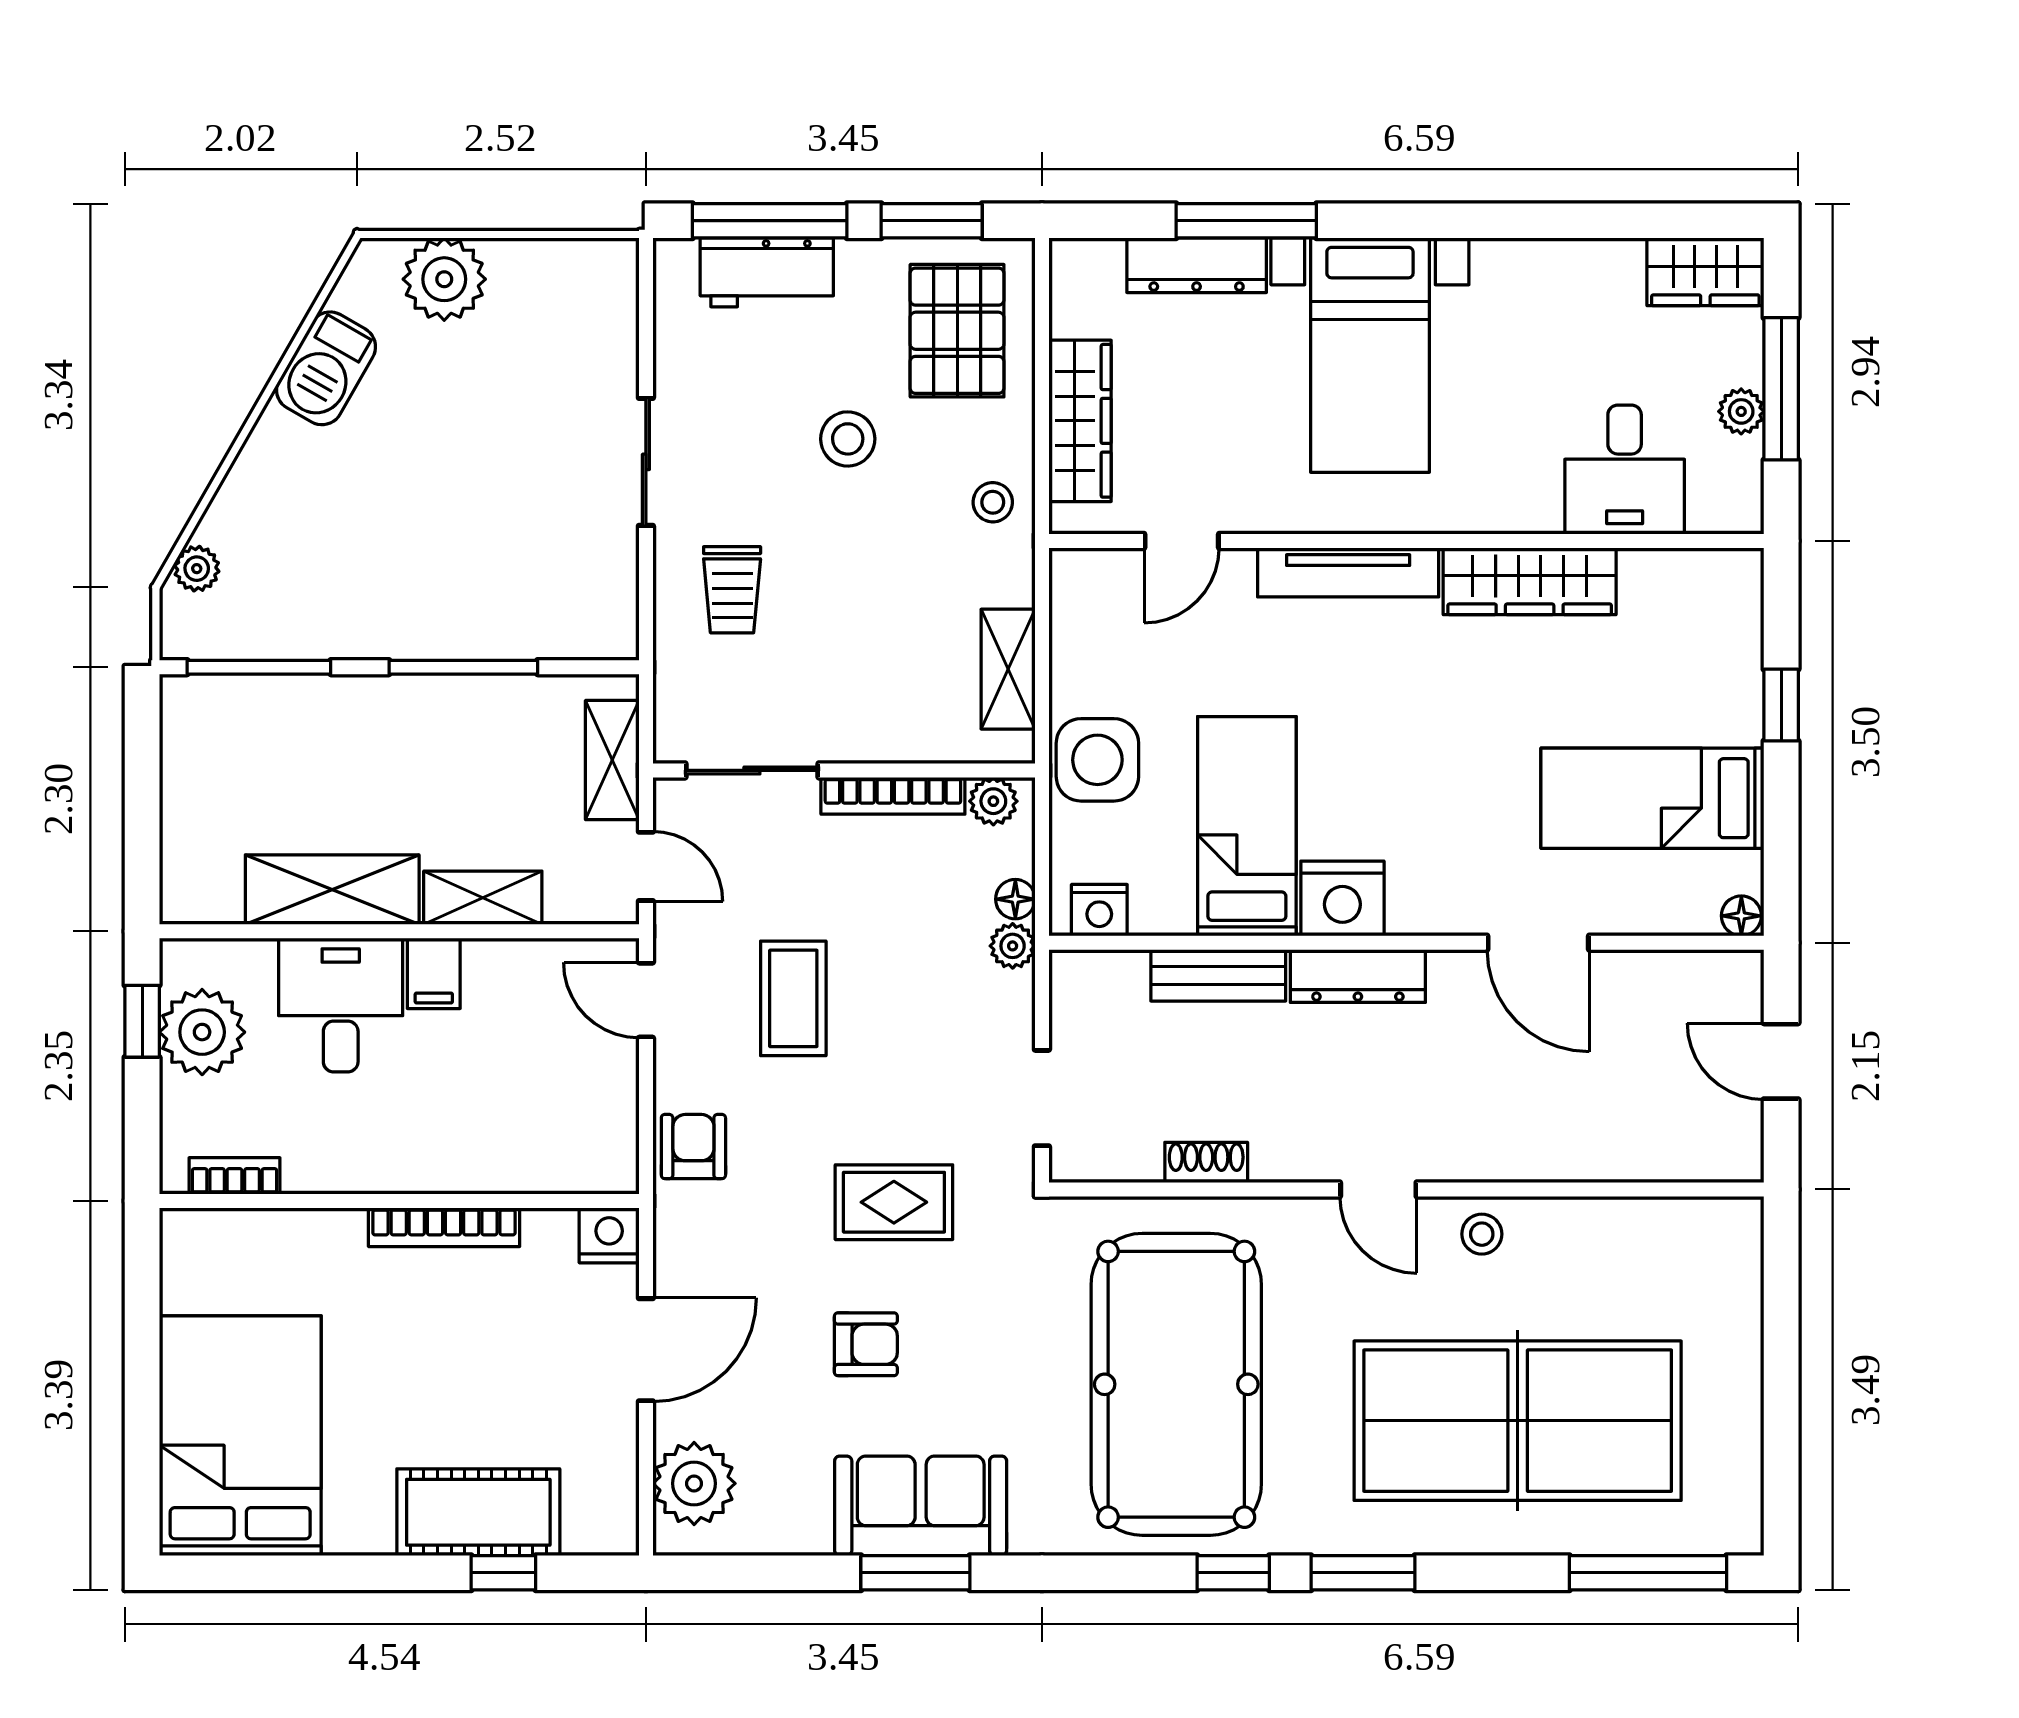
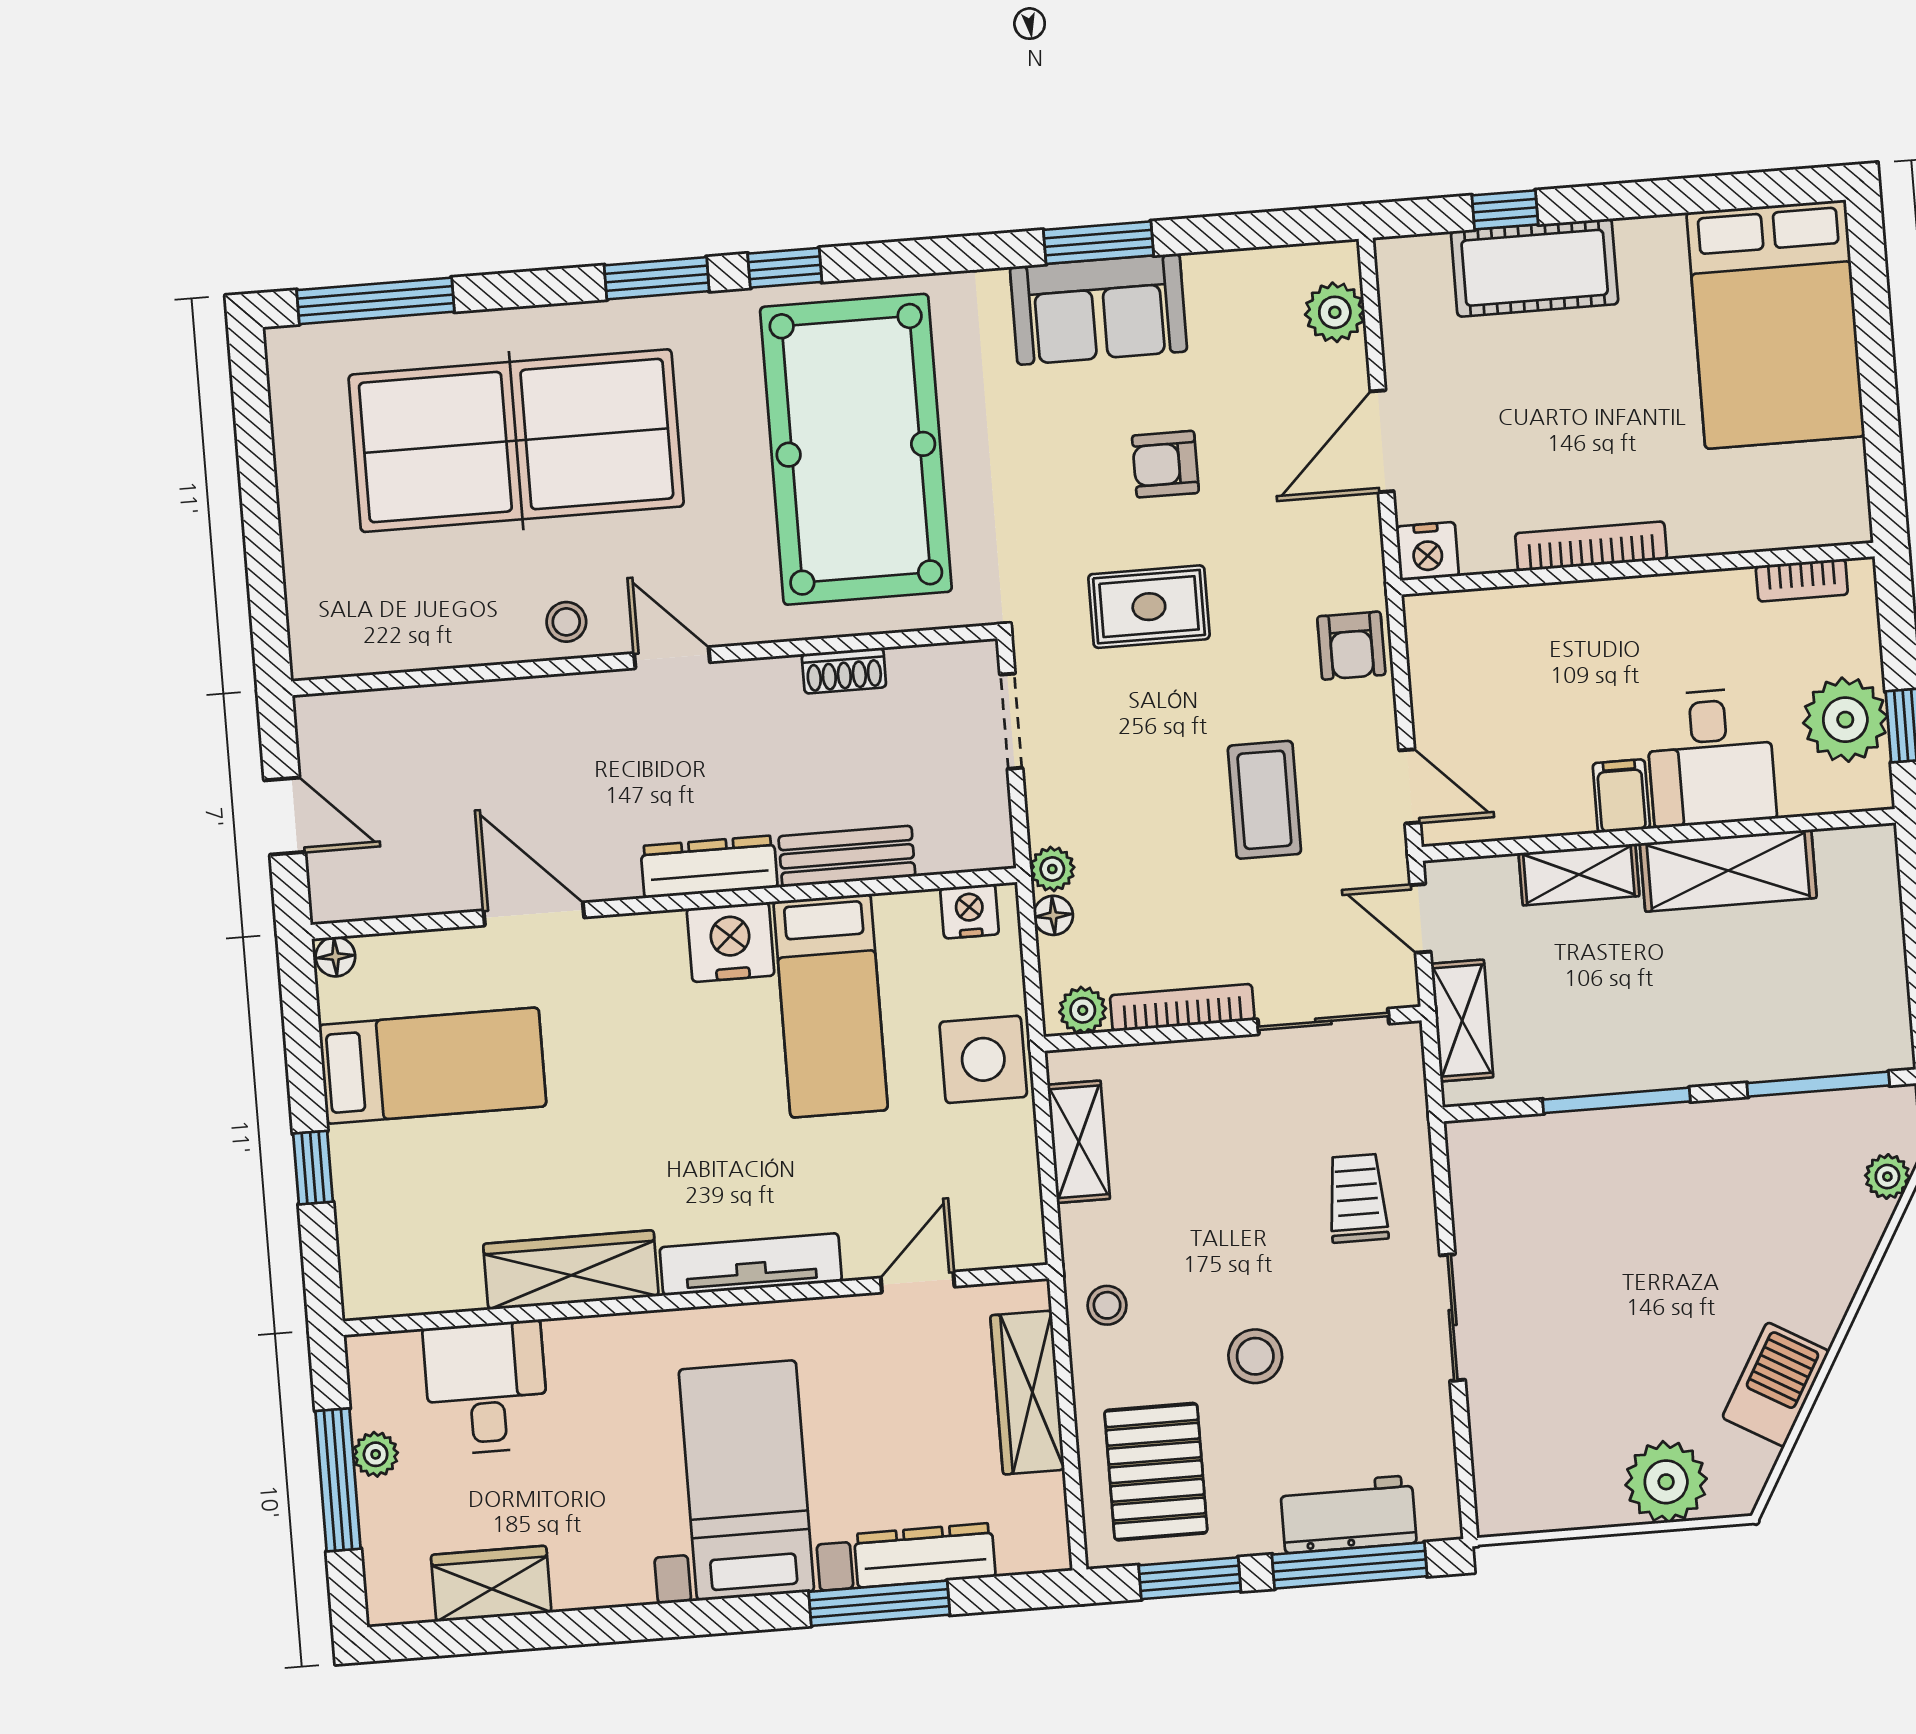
wardrobe: (1705, 272) -> (491, 1584), moved
plant: (694, 1483) -> (1335, 312), width x0.73, depth x0.73

